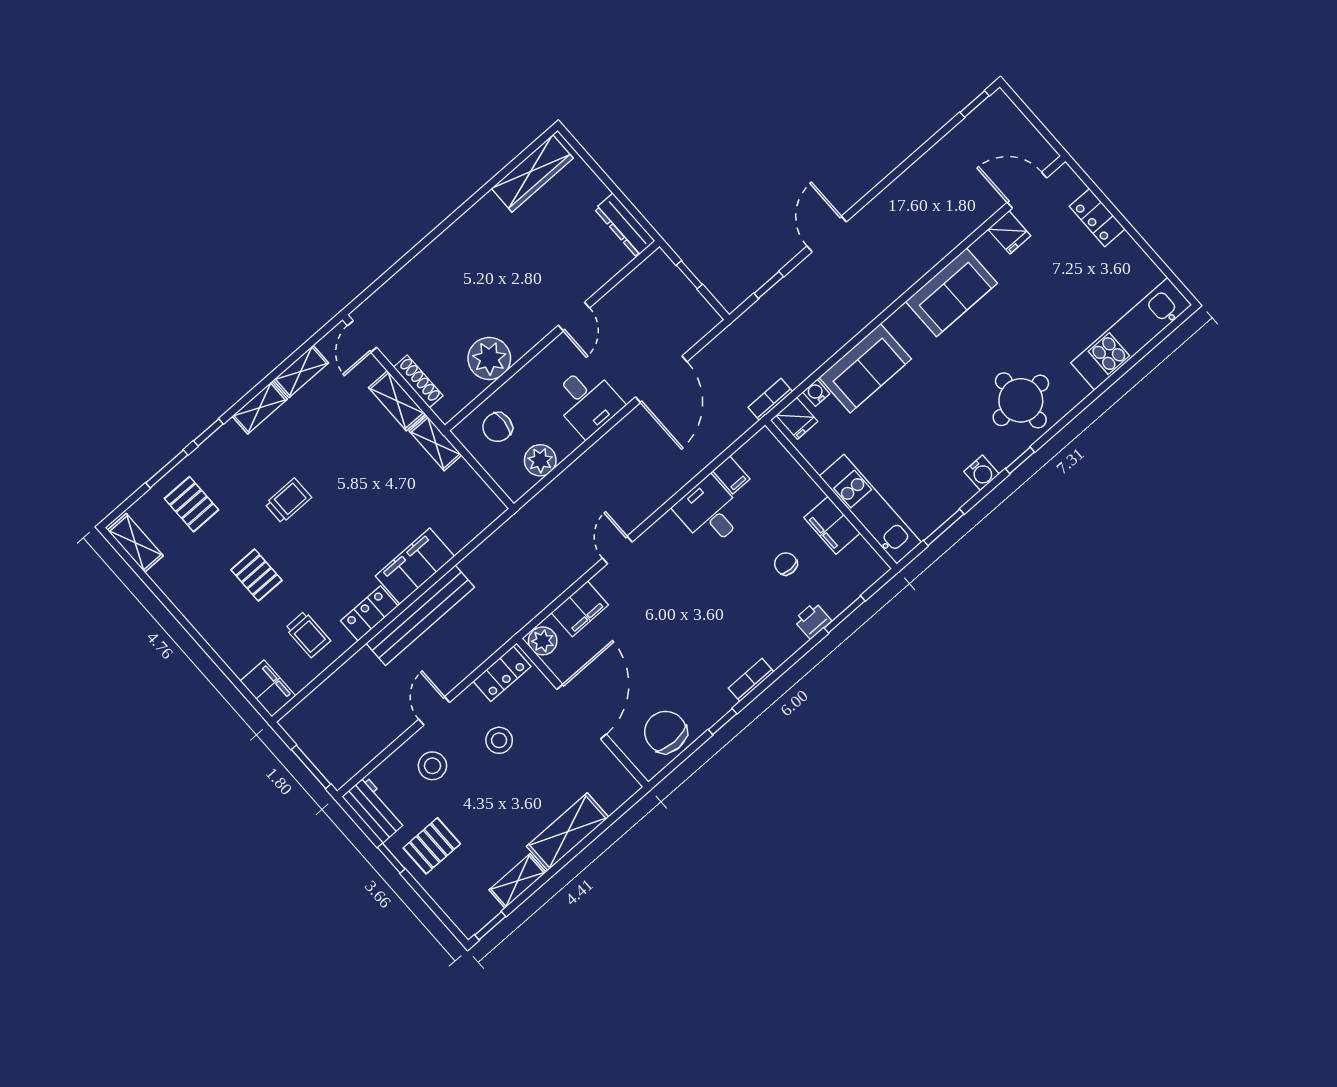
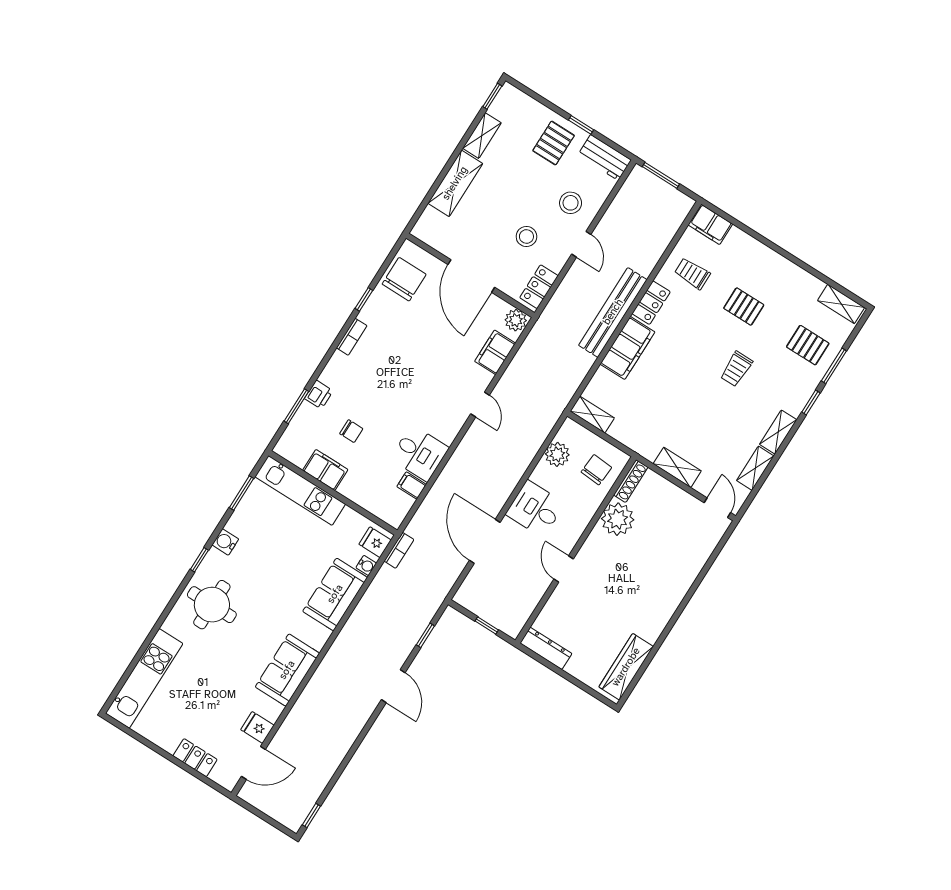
shoe rack: (418, 381) -> (631, 481), moved, turned -90
shelving: (436, 443) -> (592, 415), moved
chair: (666, 732) -> (404, 279), turned -90

